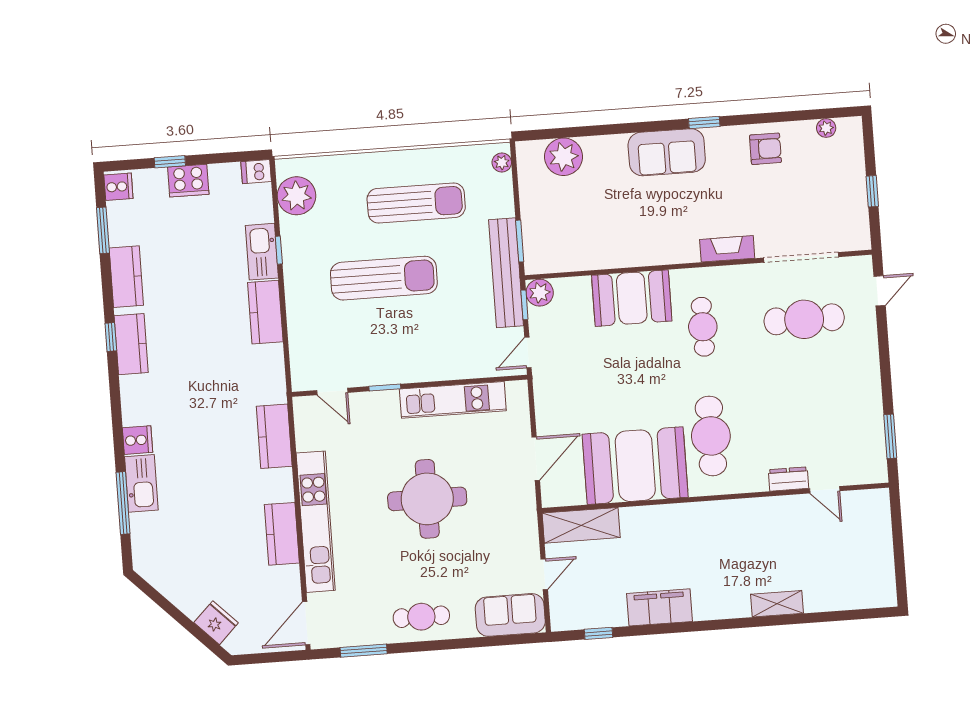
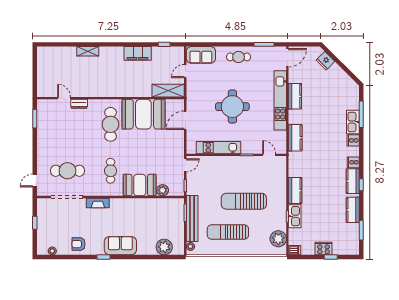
cooker: (118, 187) -> (353, 162), moved
bench: (506, 273) -> (192, 219), moved
plant: (540, 293) -> (163, 190), moved

